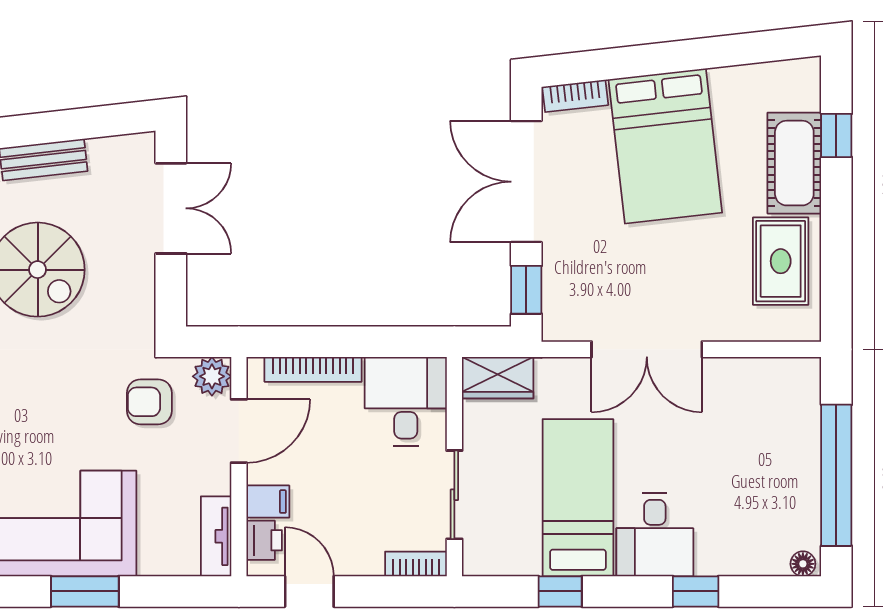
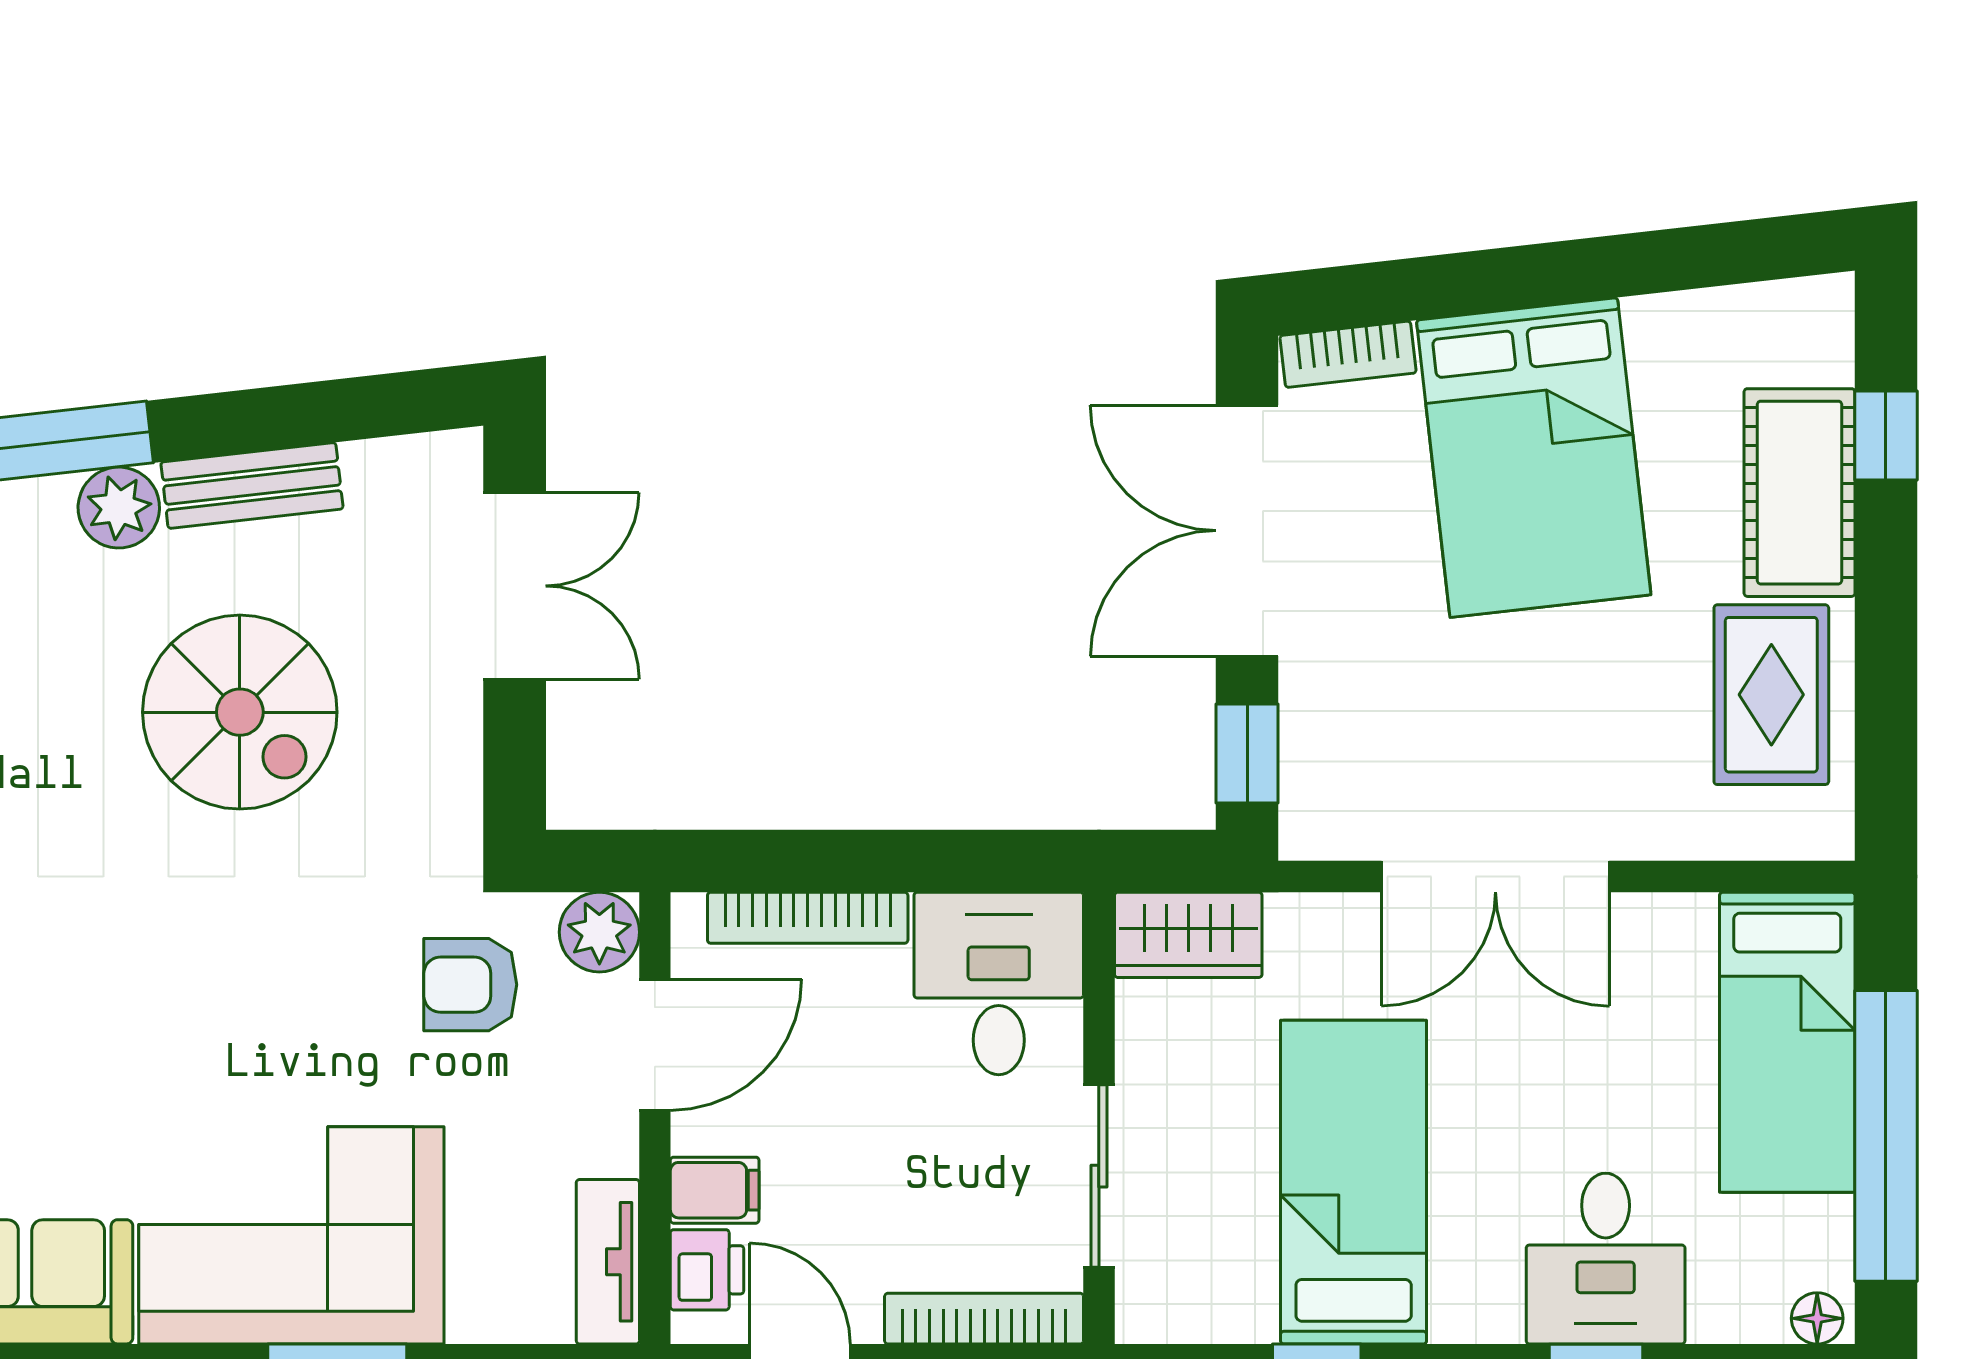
bed: (788, 430) -> (1787, 1042), added
desk: (655, 535) -> (1606, 1259), moved
bookcase: (416, 564) -> (984, 1319), width x1.56

